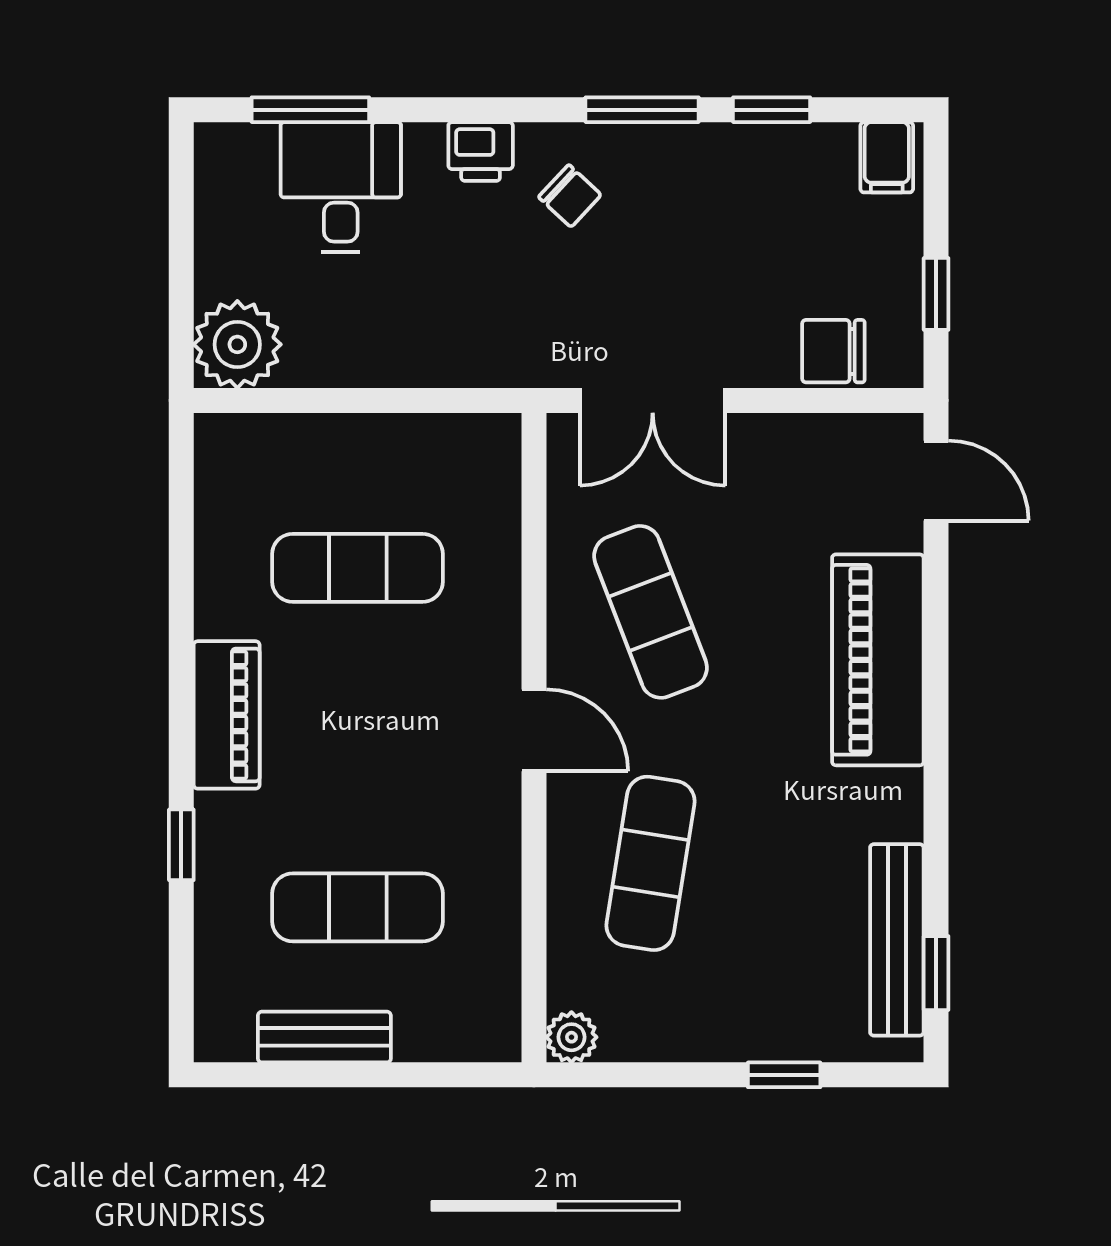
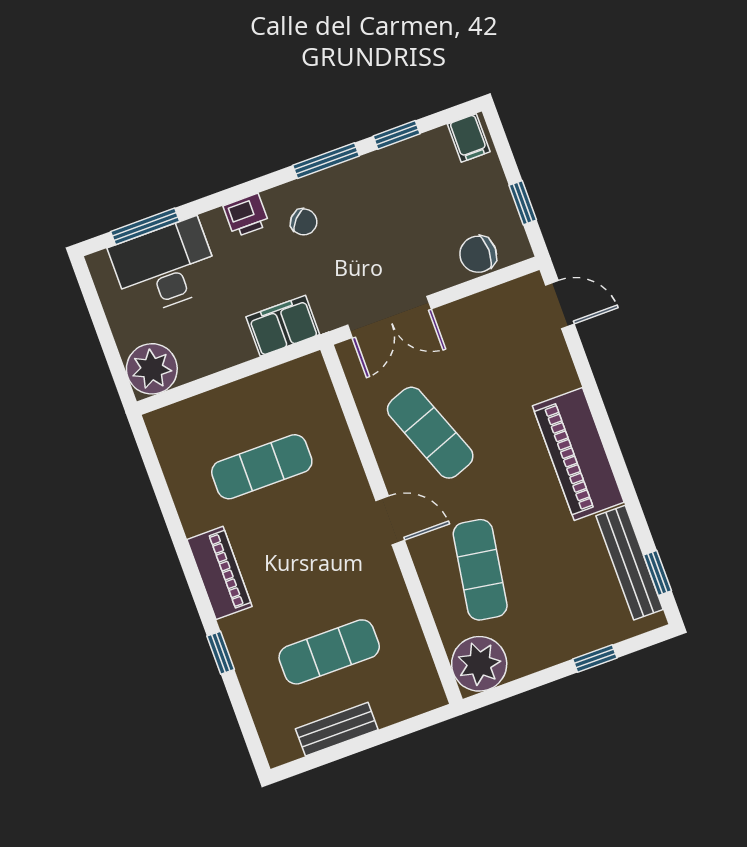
desk: (341, 187) -> (165, 267), width x1.37
filing cabinet: (475, 352) -> (283, 326), added
piano: (878, 660) -> (578, 454), moved
plant: (571, 1037) -> (479, 664), width x1.88, depth x1.88

